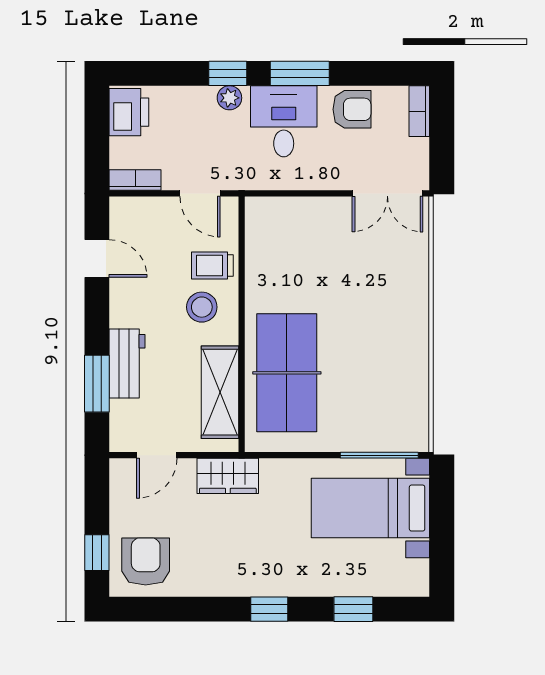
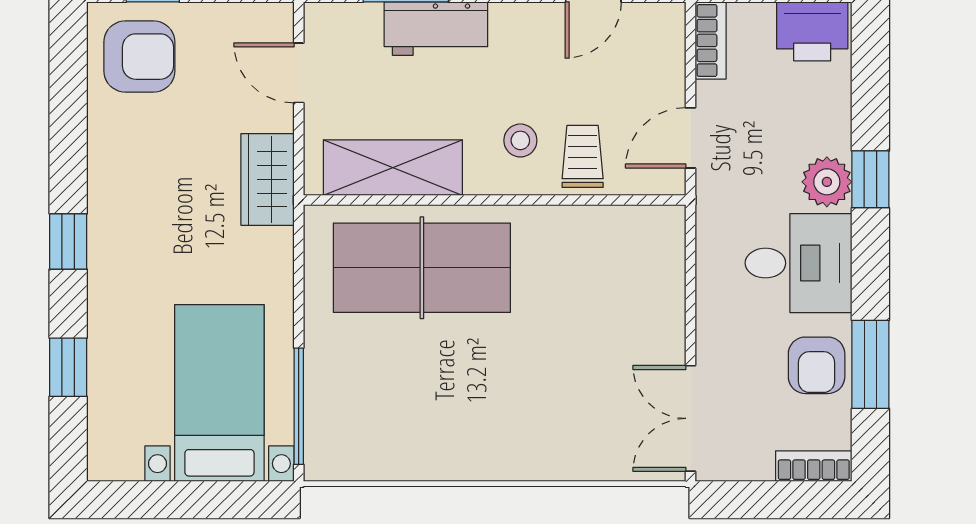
window: (300, 73) -> (870, 364), moved
plant: (229, 98) -> (827, 182), width x1.38, depth x1.38
stool: (202, 307) -> (520, 140), width x0.73, depth x0.73

